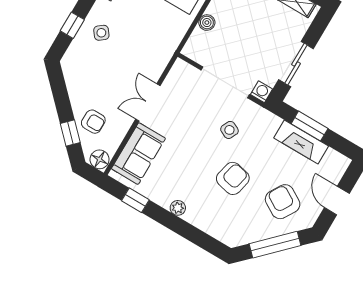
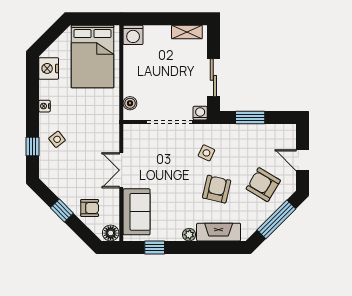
boiler: (207, 23) -> (130, 103), moved
side table: (229, 130) -> (206, 153), moved
window: (70, 133) -> (62, 210), moved
fireplace: (301, 142) -> (219, 232), moved, turned 180

